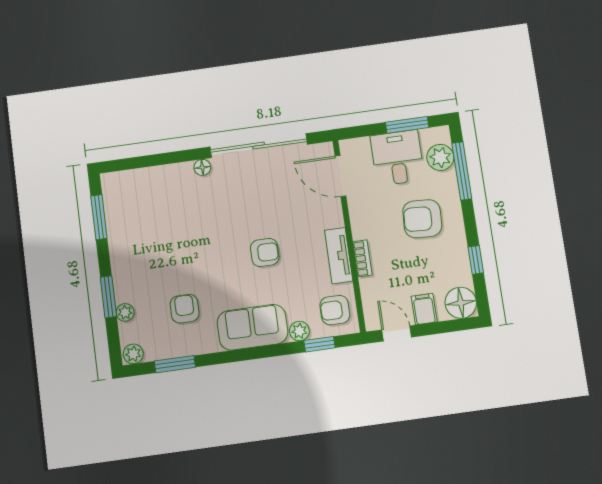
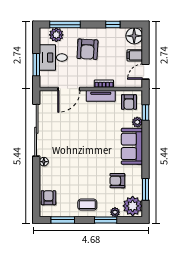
window: (407, 125) -> (36, 65), moved
door: (340, 176) -> (69, 89), moved
armchair: (265, 252) -> (48, 198), moved
coffee table: (133, 259) -> (87, 205), added
plant: (133, 354) -> (133, 206), width x1.88, depth x1.88

